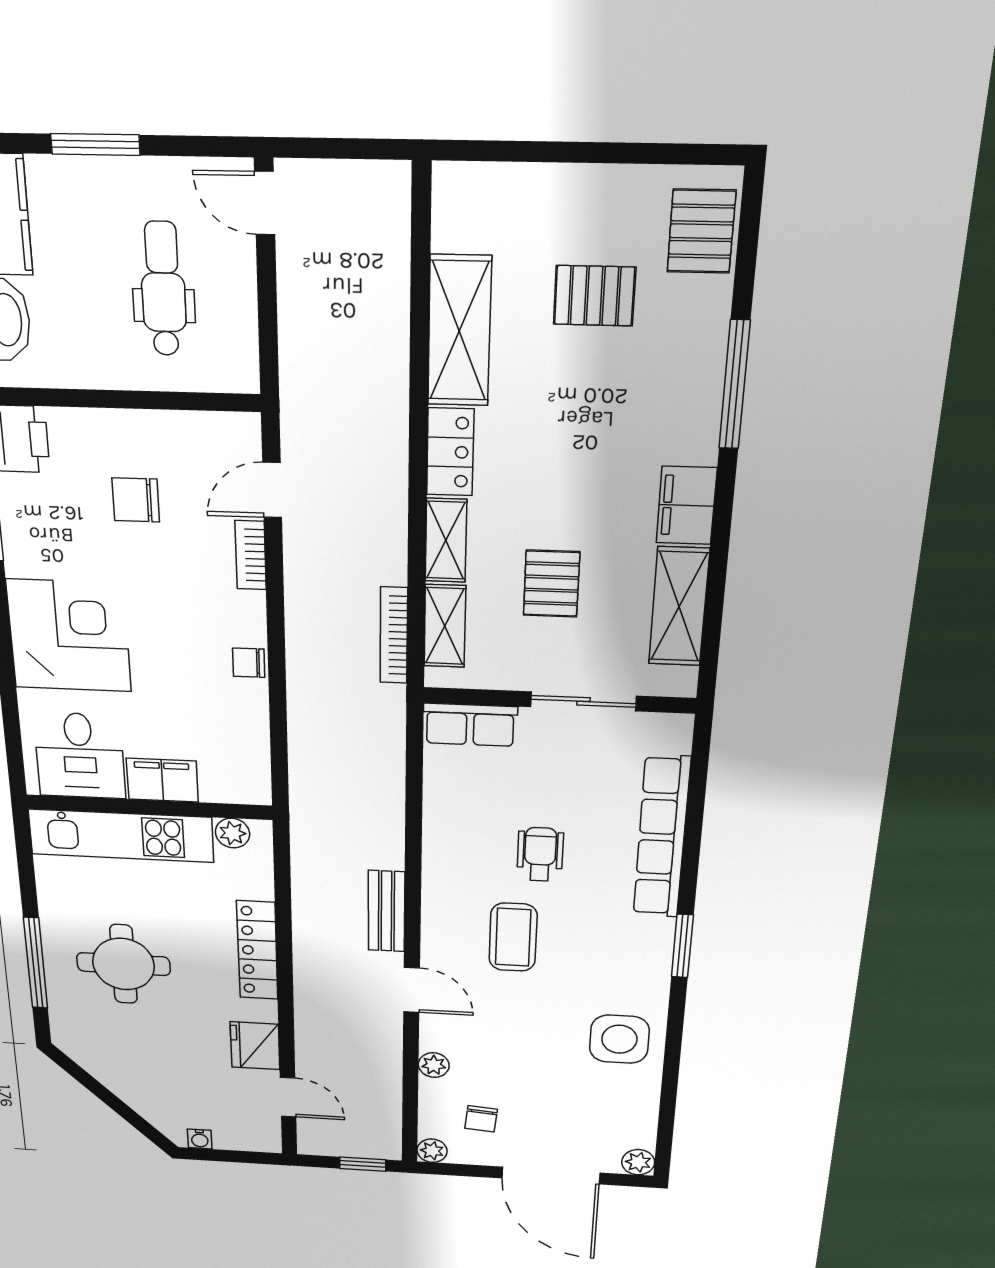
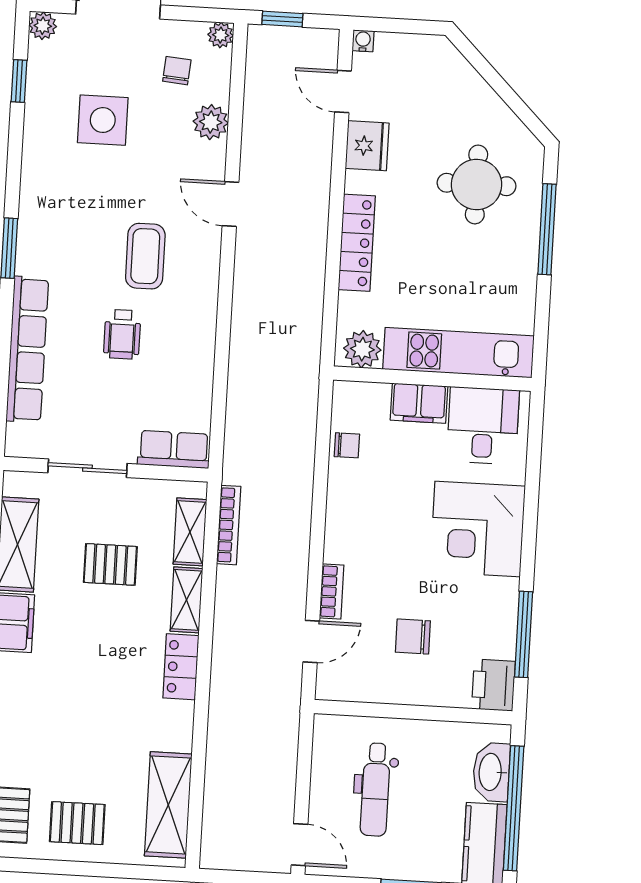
pallet: (594, 296) -> (77, 823), moved
shelving: (459, 331) -> (168, 805), moved
chair: (136, 500) -> (413, 637), turned 180
pallet: (552, 584) -> (110, 564), turned 90
chair: (249, 663) -> (347, 445), moved
plant: (232, 833) -> (362, 349), width x1.38, depth x1.38
bench: (386, 911) -> (247, 281), removed
round table: (123, 964) -> (477, 184), moved
side table: (619, 1039) -> (103, 120), moved
plant: (434, 1065) -> (211, 122), width x1.38, depth x1.38
window: (667, 1111) -> (19, 81), added
water cooler: (200, 1139) -> (363, 41), moved

